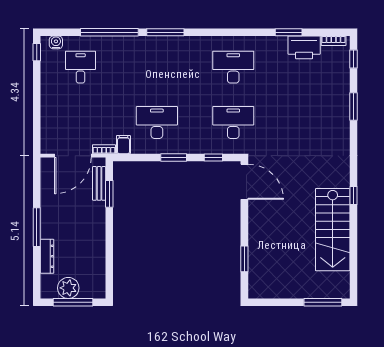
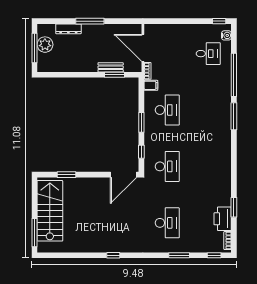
desk: (233, 67) -> (167, 223), moved
bench: (99, 183) -> (111, 67), moved
stairs: (333, 230) -> (50, 211), moved, turned 90

